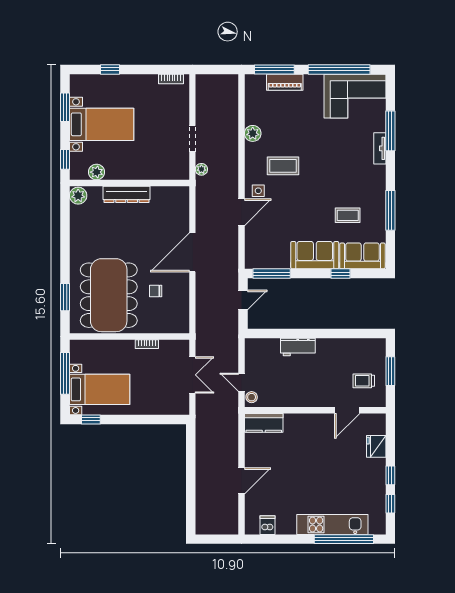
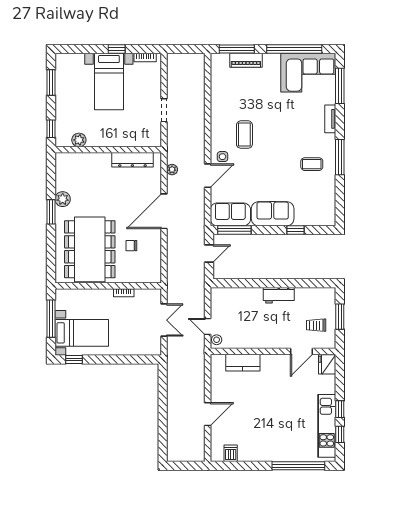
window: (110, 69) -> (117, 49), moved
bed with nightstands: (102, 124) -> (109, 81), moved, turned 90
window: (390, 131) -> (340, 86), moved
plant: (253, 133) -> (218, 106), removed
coffee table: (283, 166) -> (244, 135), turned 90
plant: (201, 169) -> (172, 170), moved
dresser: (127, 194) -> (132, 160), moved
plant: (78, 196) -> (63, 199), moved
window: (390, 210) -> (340, 157), moved
coffee table: (348, 215) -> (312, 164), moved
sofa: (362, 256) -> (230, 214), moved
window: (65, 297) -> (51, 212), moved
workbench: (298, 347) -> (279, 295), moved
kitchen counter: (264, 423) -> (243, 363), moved
fridge: (376, 446) -> (327, 364), moved
kitchen unit: (332, 524) -> (327, 426), moved, turned -90

